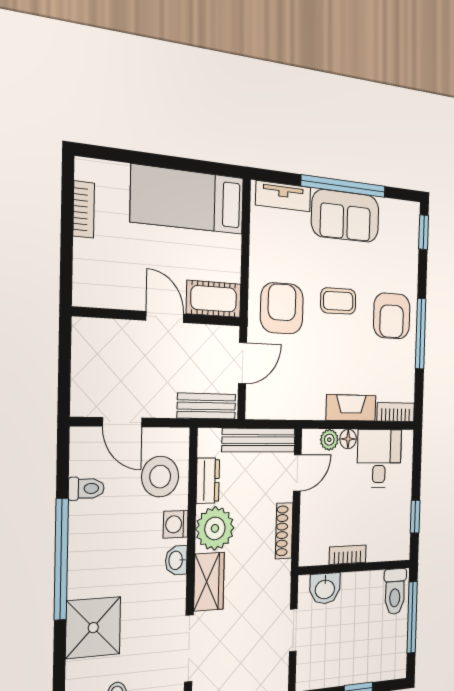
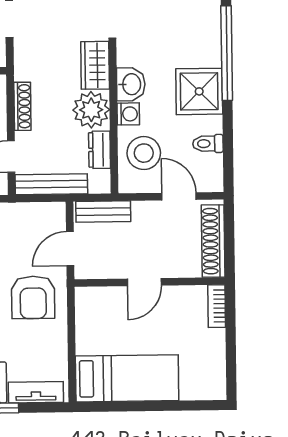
bookcase: (84, 209) -> (217, 306), moved
cot: (214, 299) -> (100, 300), removed
door: (165, 317) -> (144, 282), hinge flipped
shoe rack: (84, 364) -> (213, 241), added
window: (61, 559) -> (227, 53), moved
washbasin: (176, 560) -> (131, 84), width x1.38, depth x1.45
shower: (93, 628) -> (199, 91), moved

